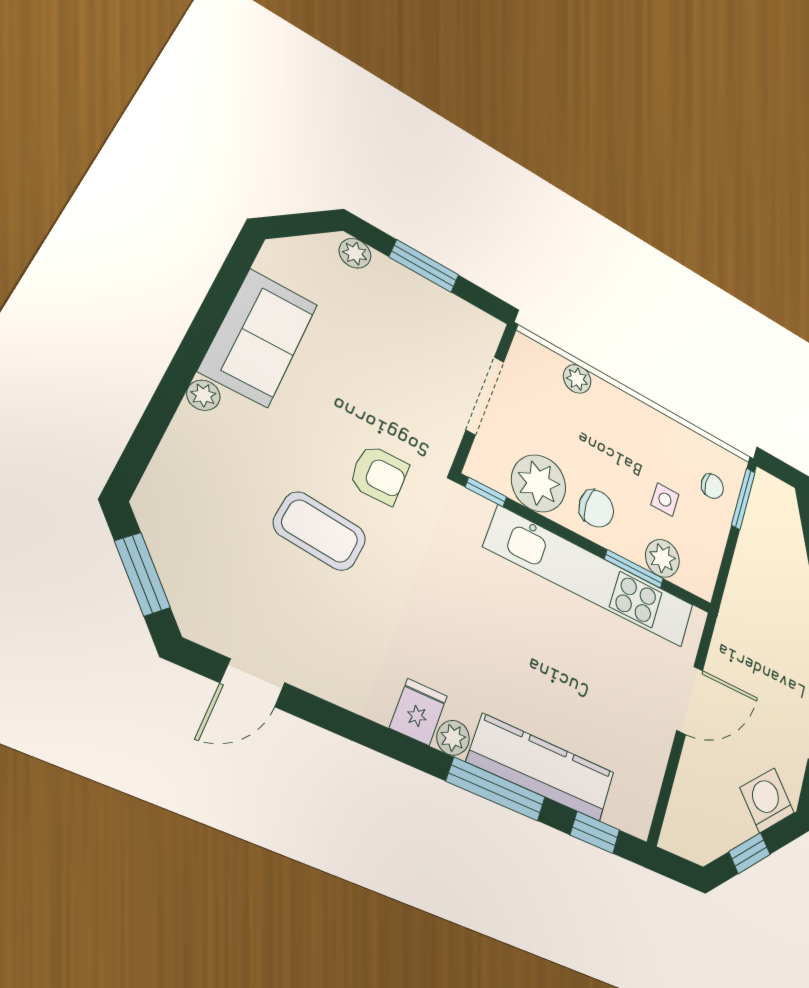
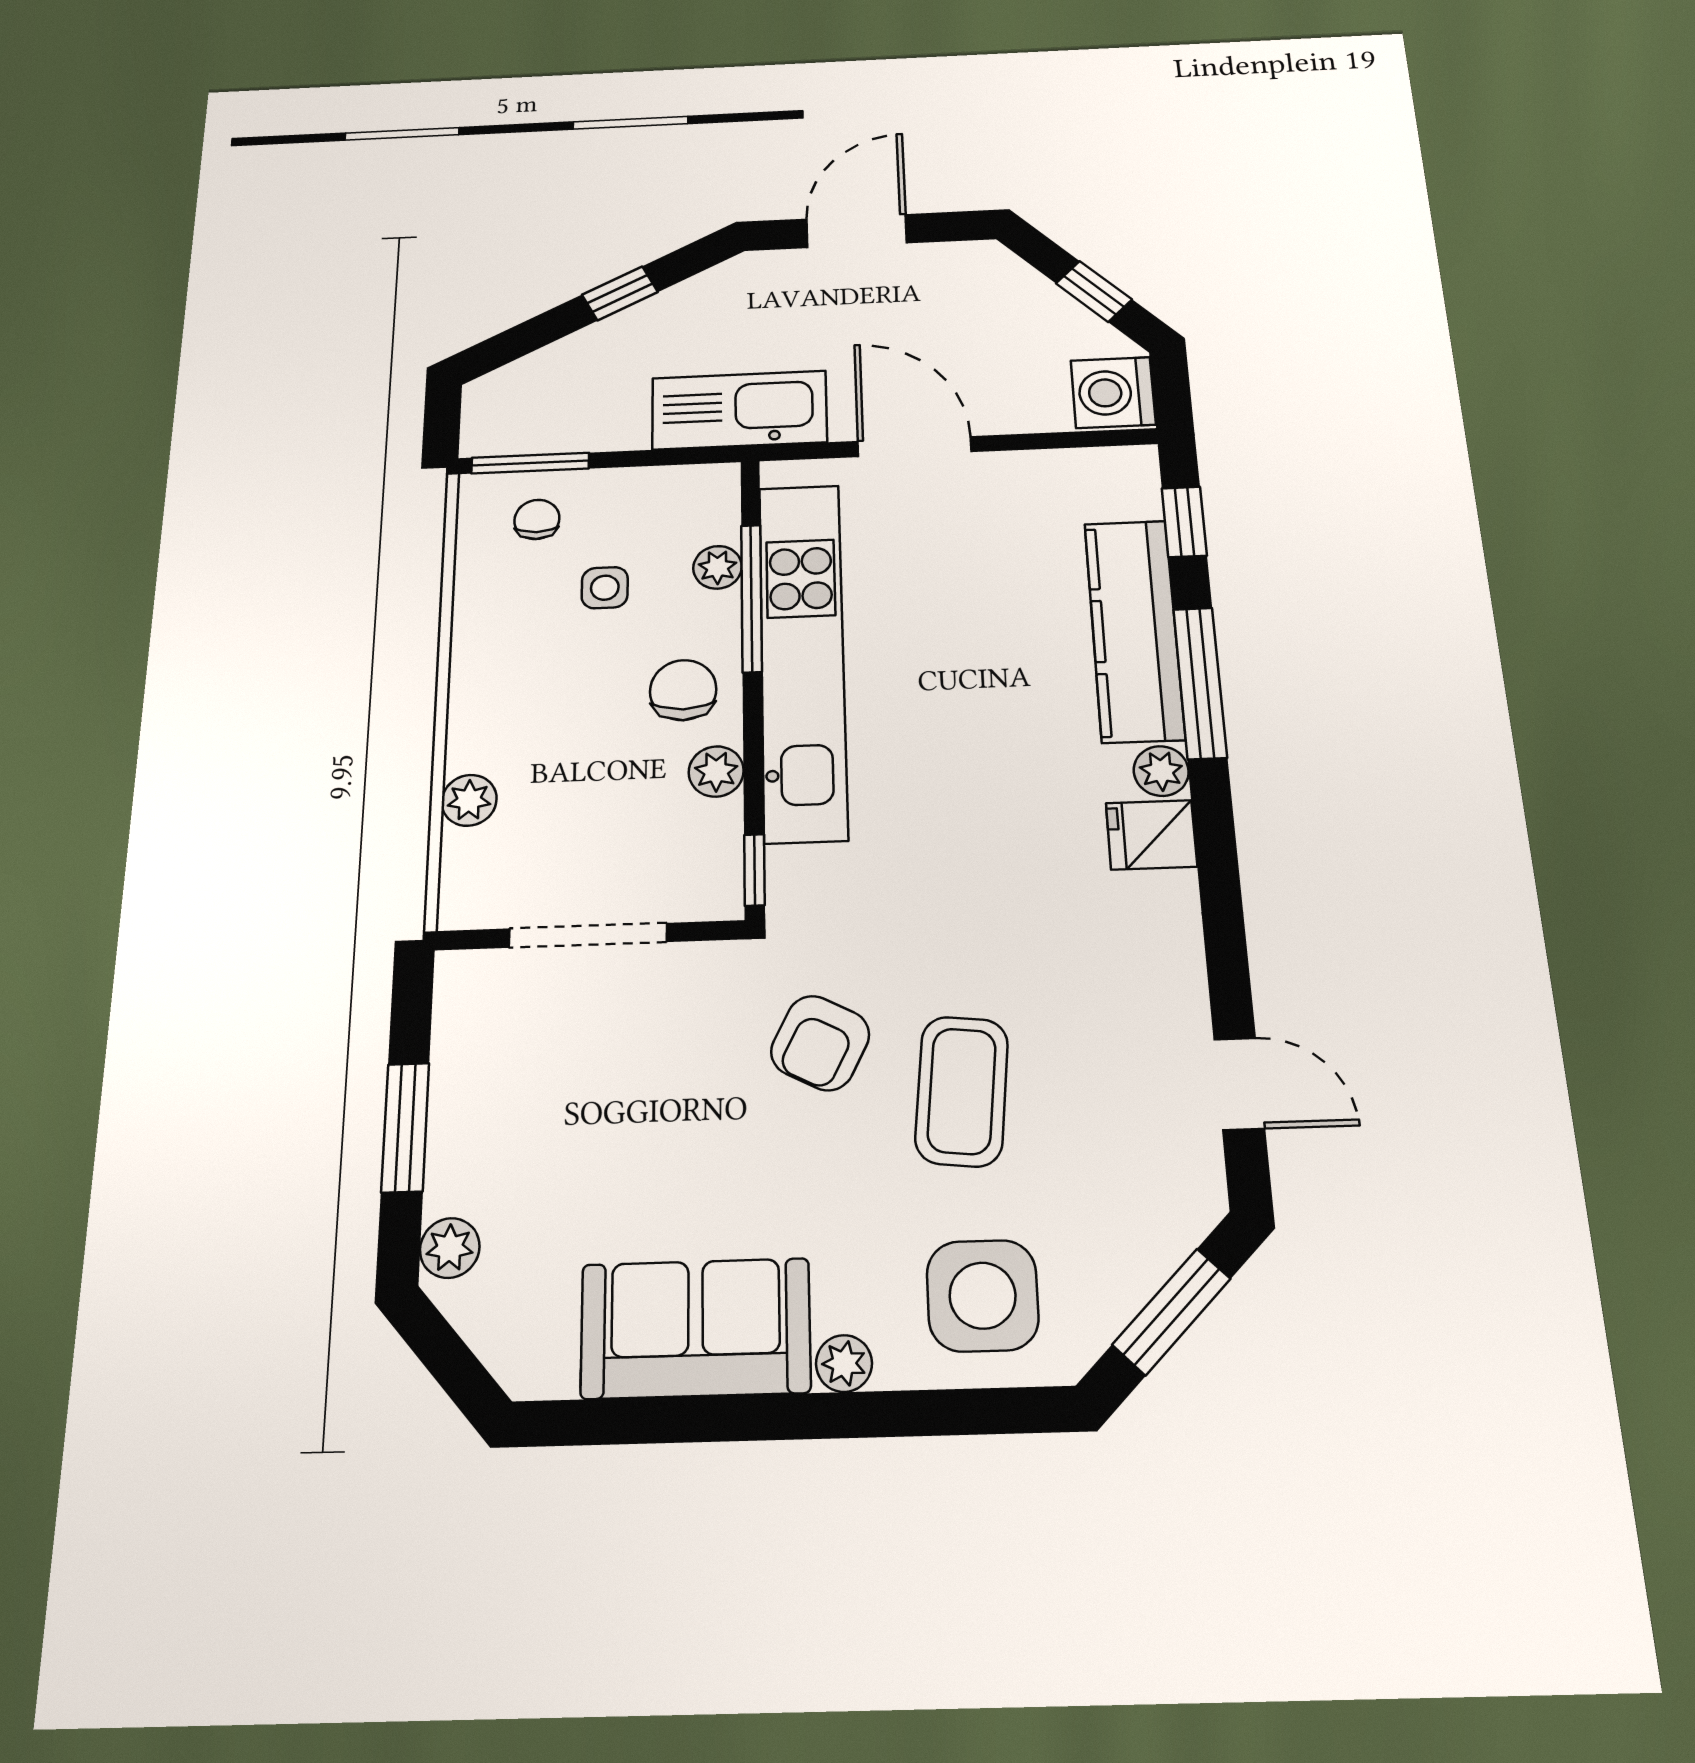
armchair: (379, 475) -> (820, 1043), turned -153
side table: (203, 481) -> (983, 1296), added
plant: (539, 483) -> (716, 771), width x0.53, depth x0.53
plant: (662, 558) -> (718, 567), width x0.73, depth x0.73
window: (634, 569) -> (751, 598), width x1.44
kitchen sink: (740, 618) -> (739, 410), added
washing machine: (767, 800) -> (1113, 393), moved, turned 45

